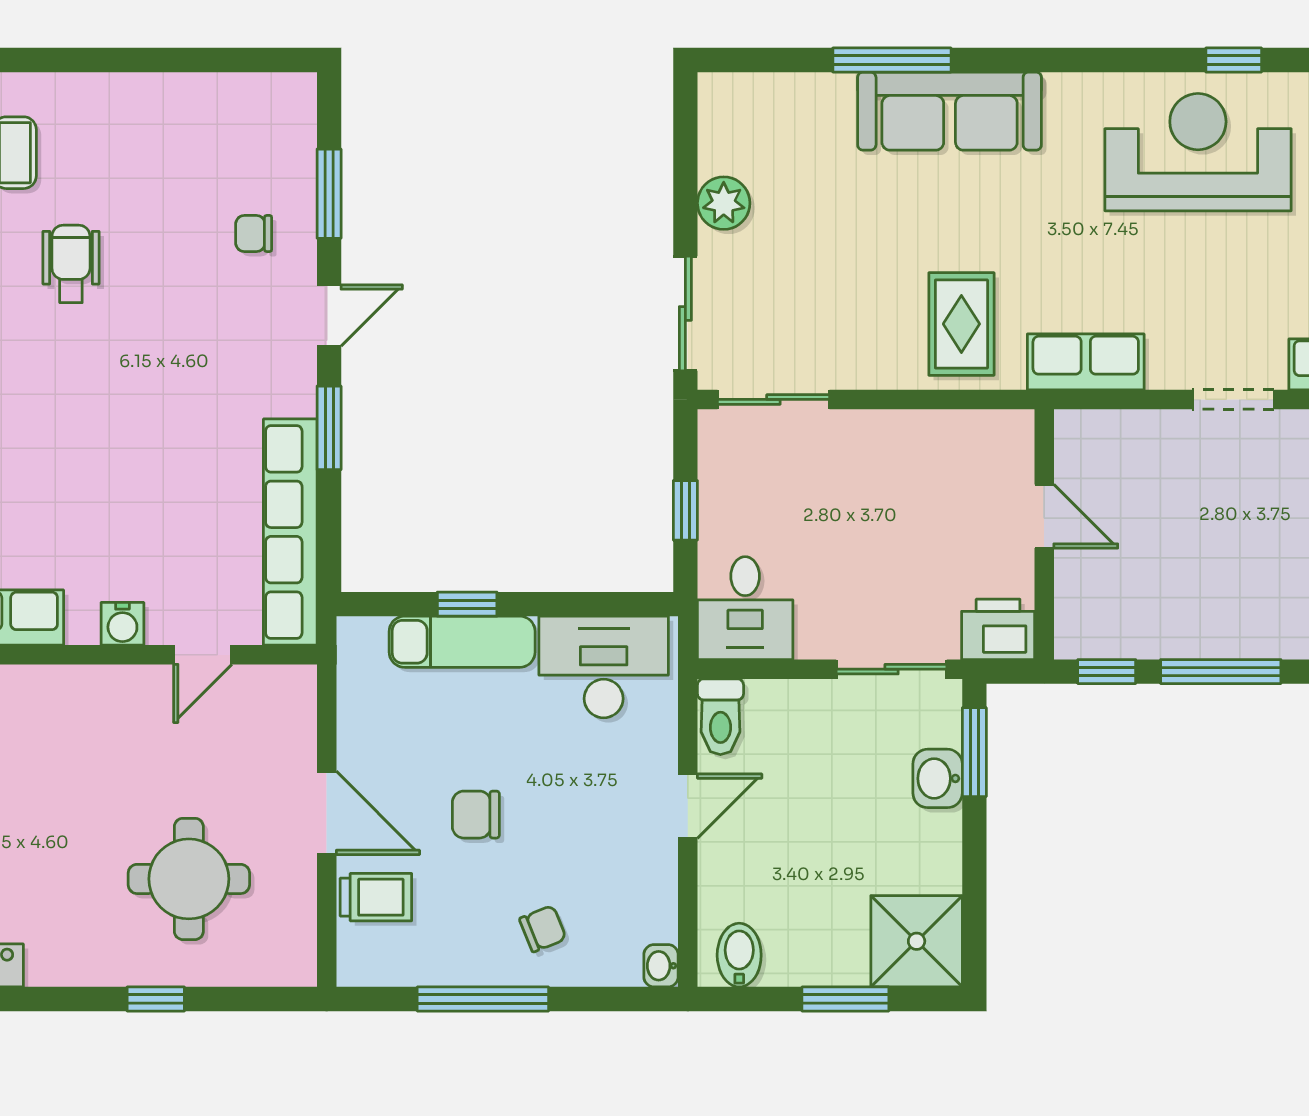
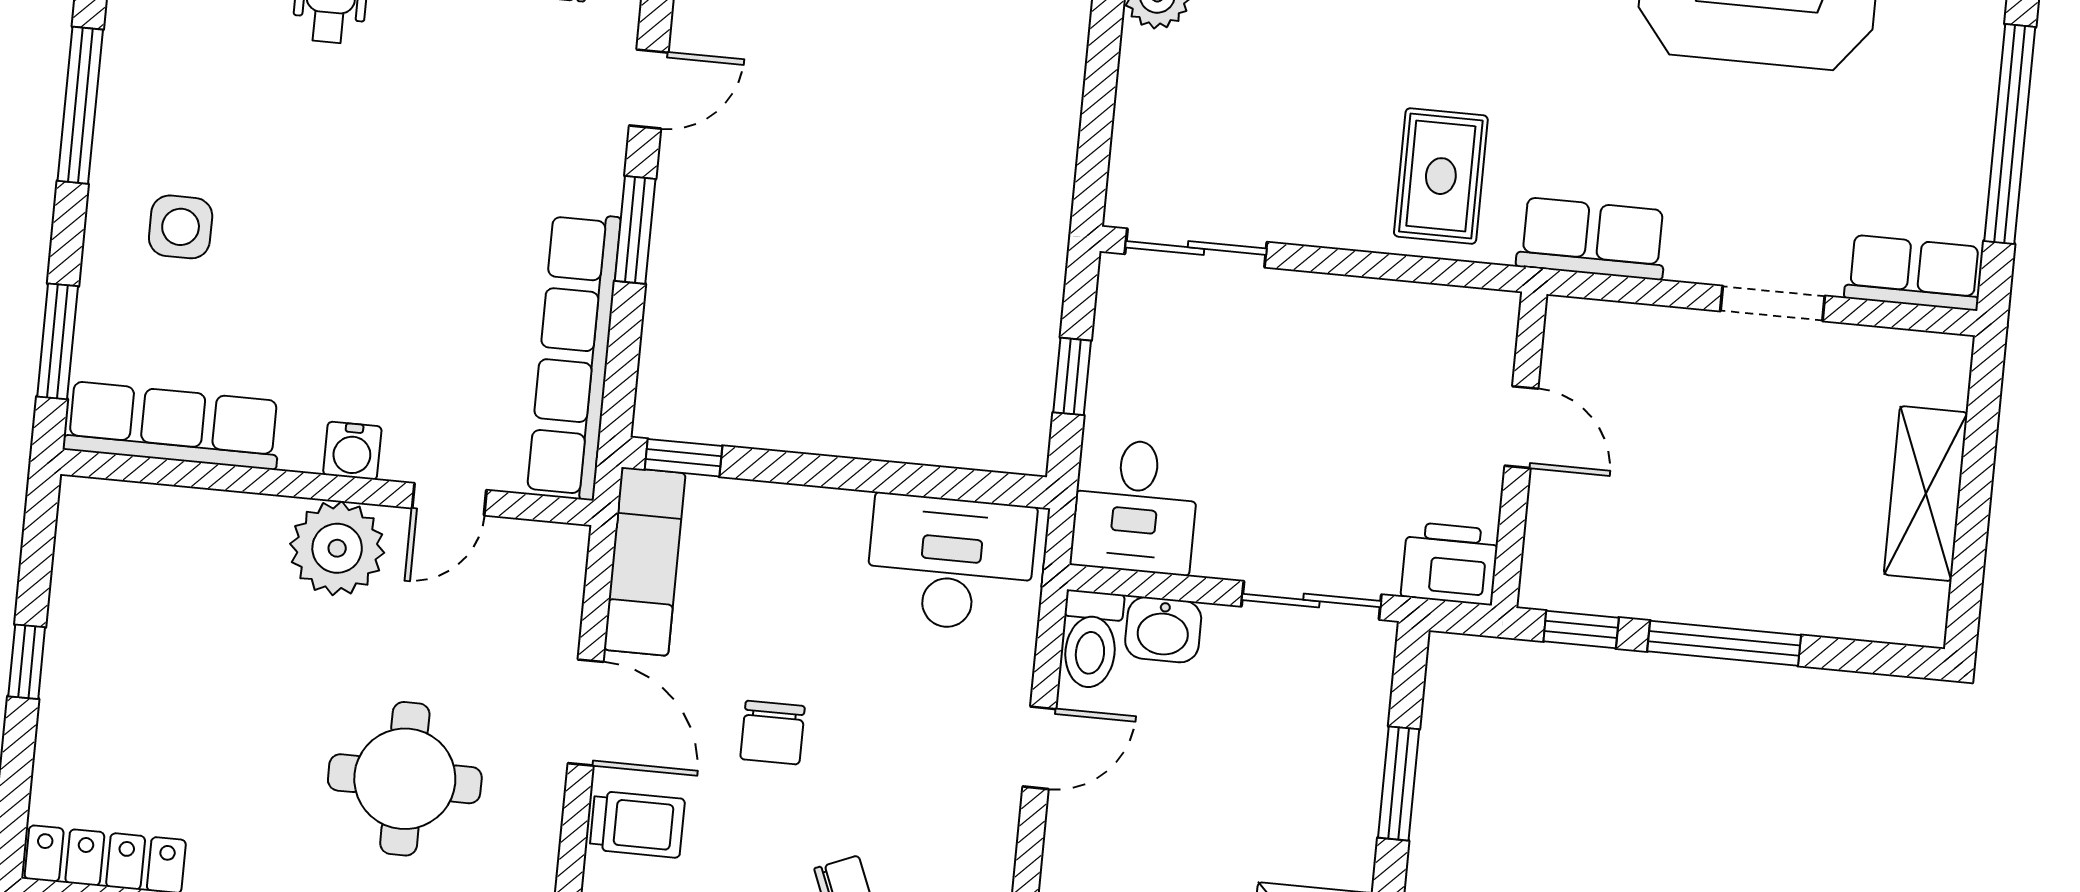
sliding door: (685, 313) -> (1096, 129), removed
window: (467, 604) -> (683, 458), moved
exam couch: (462, 642) -> (645, 562), moved, turned -90
plant: (118, 702) -> (337, 548), added
window: (974, 752) -> (1399, 783), moved
washbasin: (938, 778) -> (1163, 630), moved, turned -90
chair: (476, 815) -> (773, 733), turned -90

